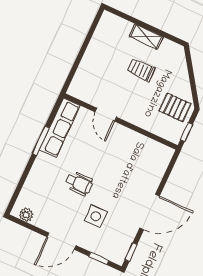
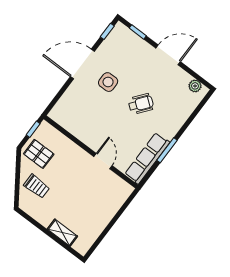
shelving: (146, 37) -> (62, 233), moved
trolley: (141, 70) -> (37, 186), moved
wheelchair: (79, 183) -> (141, 104), turned 128
side table: (96, 216) -> (108, 82), moved

